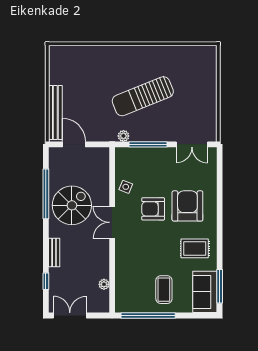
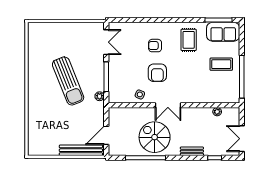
armchair: (187, 206) -> (155, 46), width x0.53, depth x0.53

